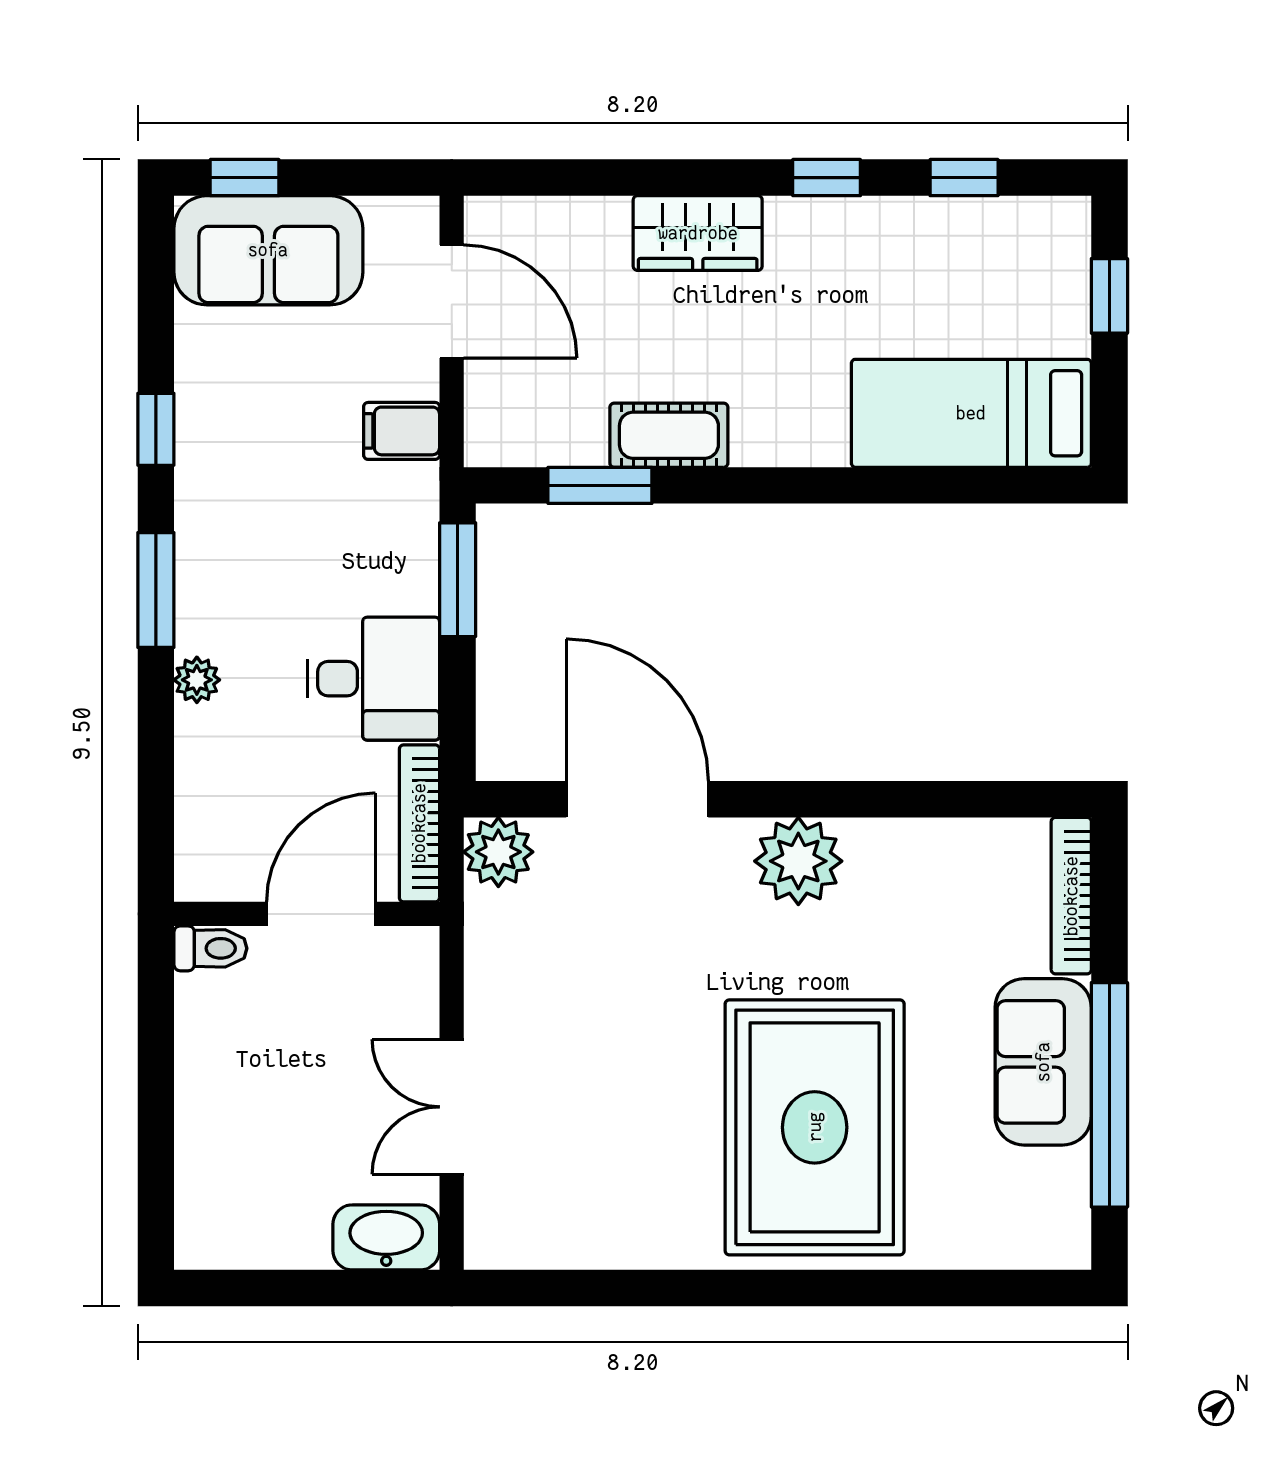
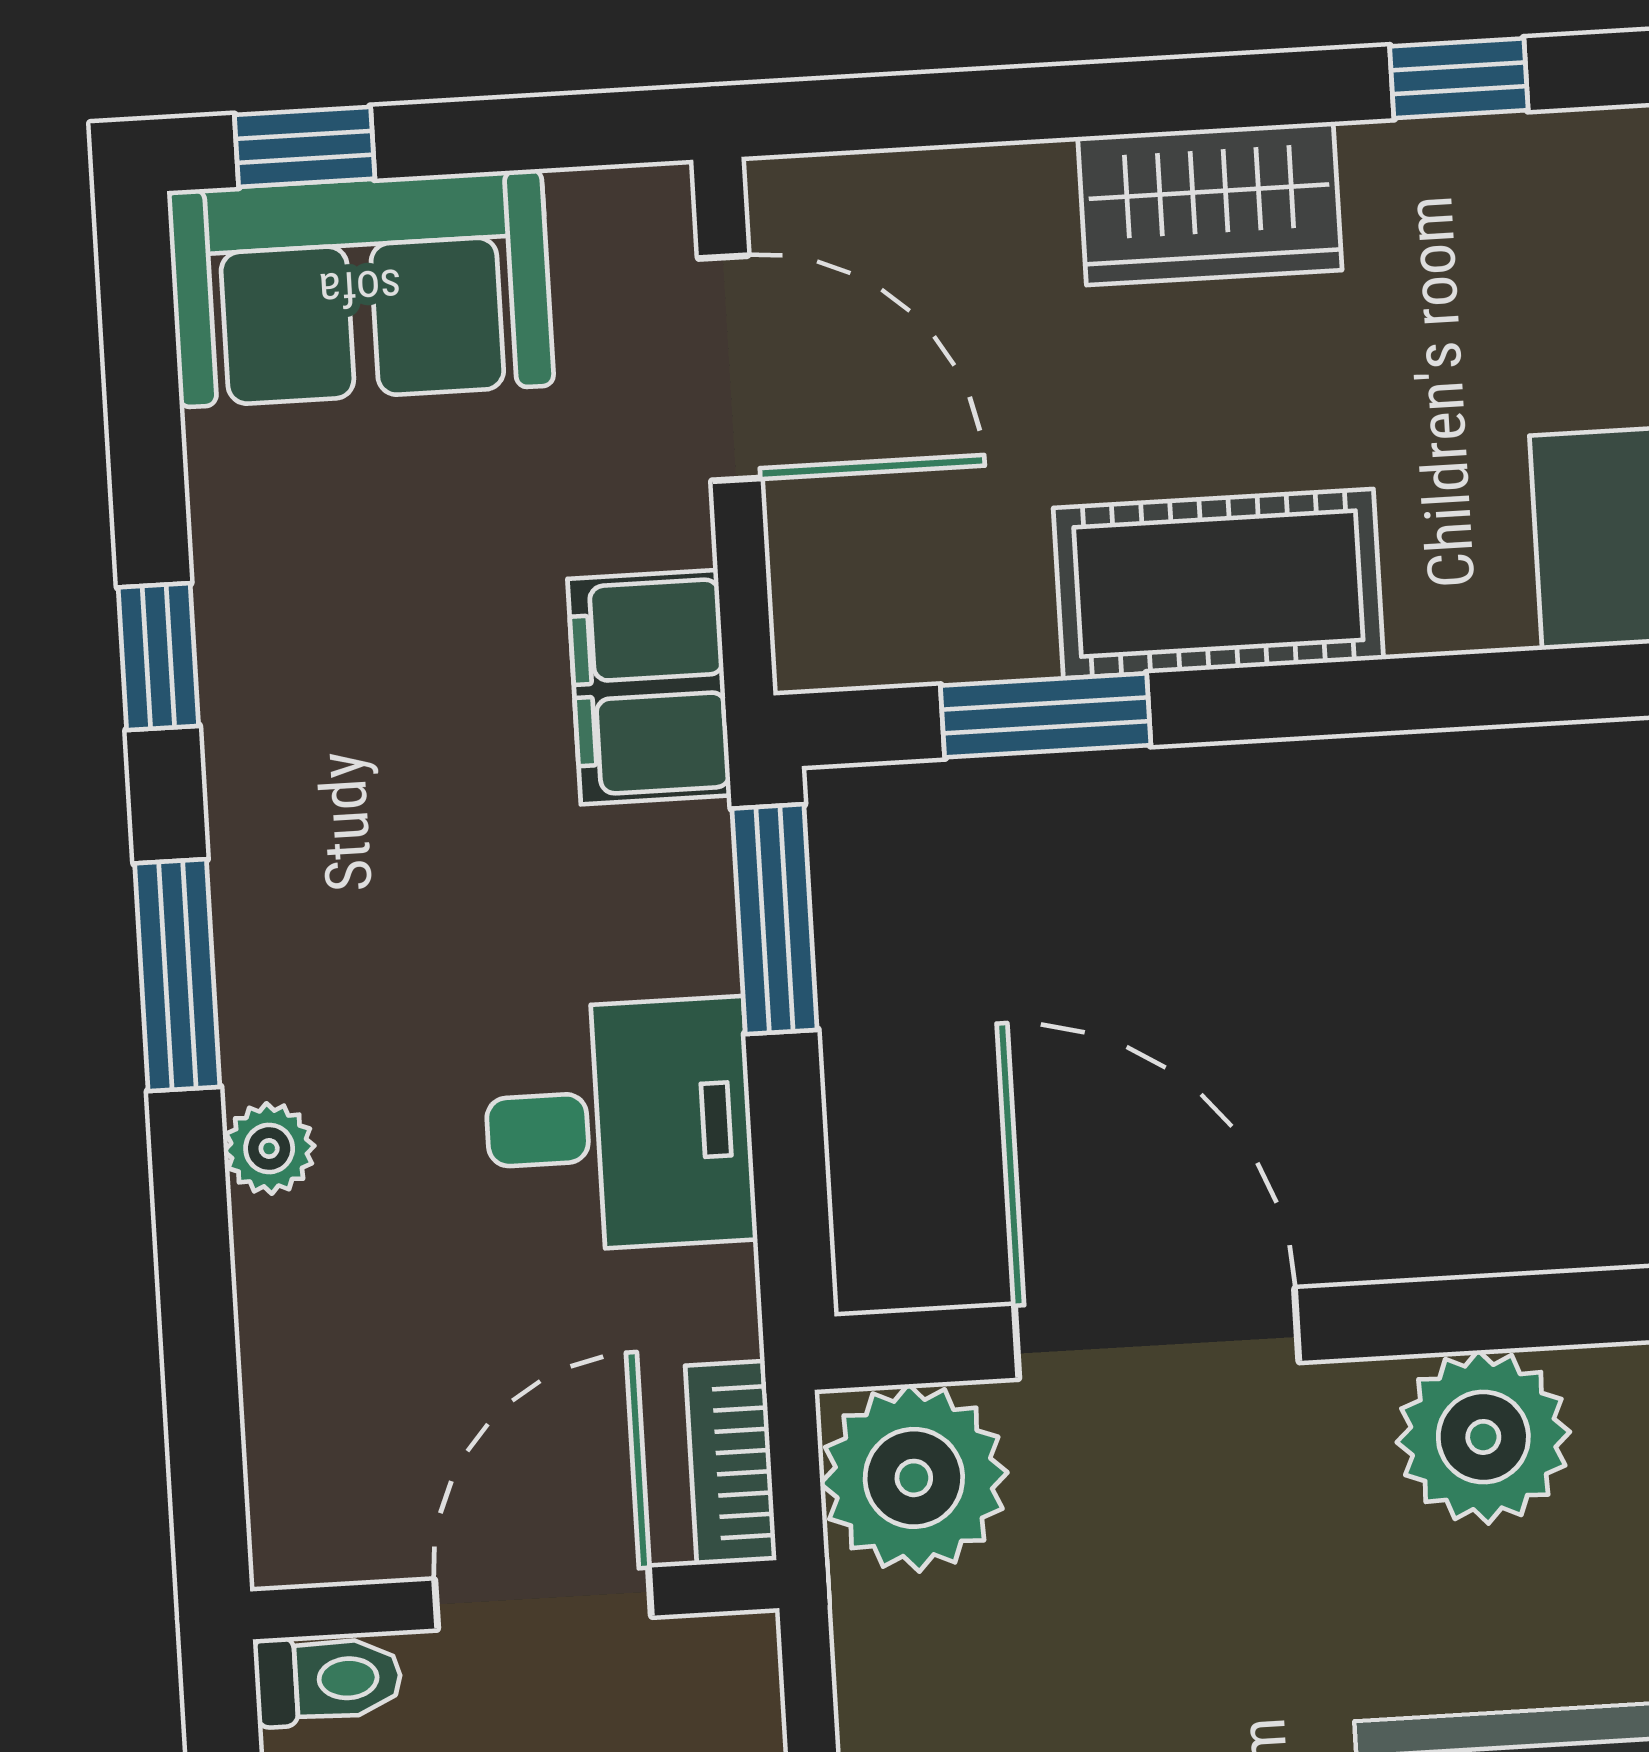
filing cabinet: (402, 431) -> (649, 687), width x2.00
cot: (669, 435) -> (1218, 584), width x1.37, depth x1.34
bookcase: (419, 823) -> (731, 1463), width x0.64
plant: (498, 852) -> (914, 1478), width x1.36, depth x1.36

